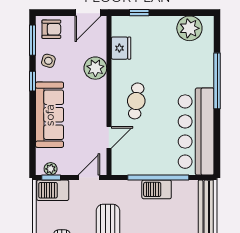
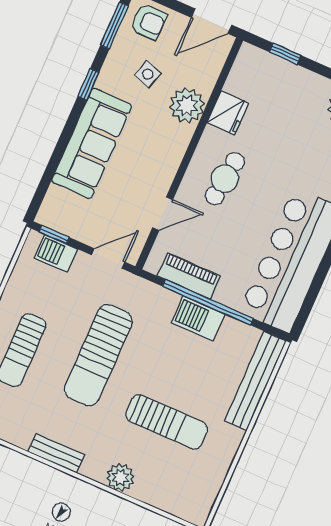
fridge: (121, 48) -> (228, 113), moved
side table: (48, 61) -> (148, 74), moved
piano: (140, 167) -> (189, 276), added
plant: (51, 169) -> (59, 222), removed
barbecue: (53, 190) -> (56, 254), width x0.73, depth x0.79

